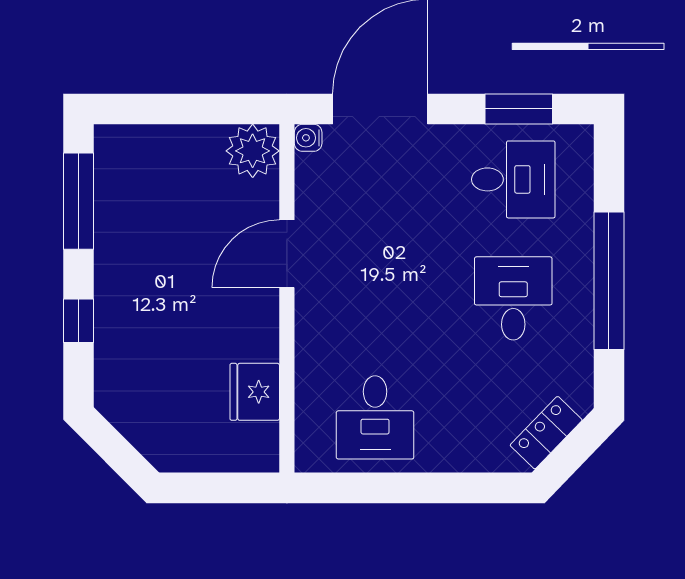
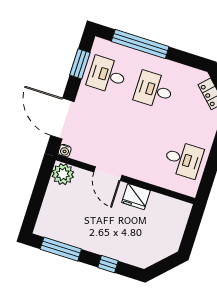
desk: (513, 179) -> (107, 75), turned -90
window: (609, 281) -> (140, 44), moved
fridge: (255, 392) -> (136, 197), moved

